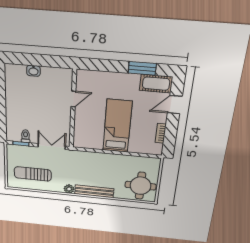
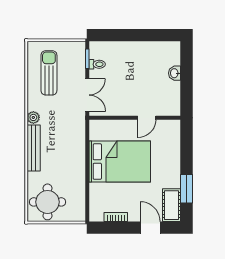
door: (73, 99) -> (147, 118), hinge flipped
bed: (117, 126) -> (120, 162), width x1.50

